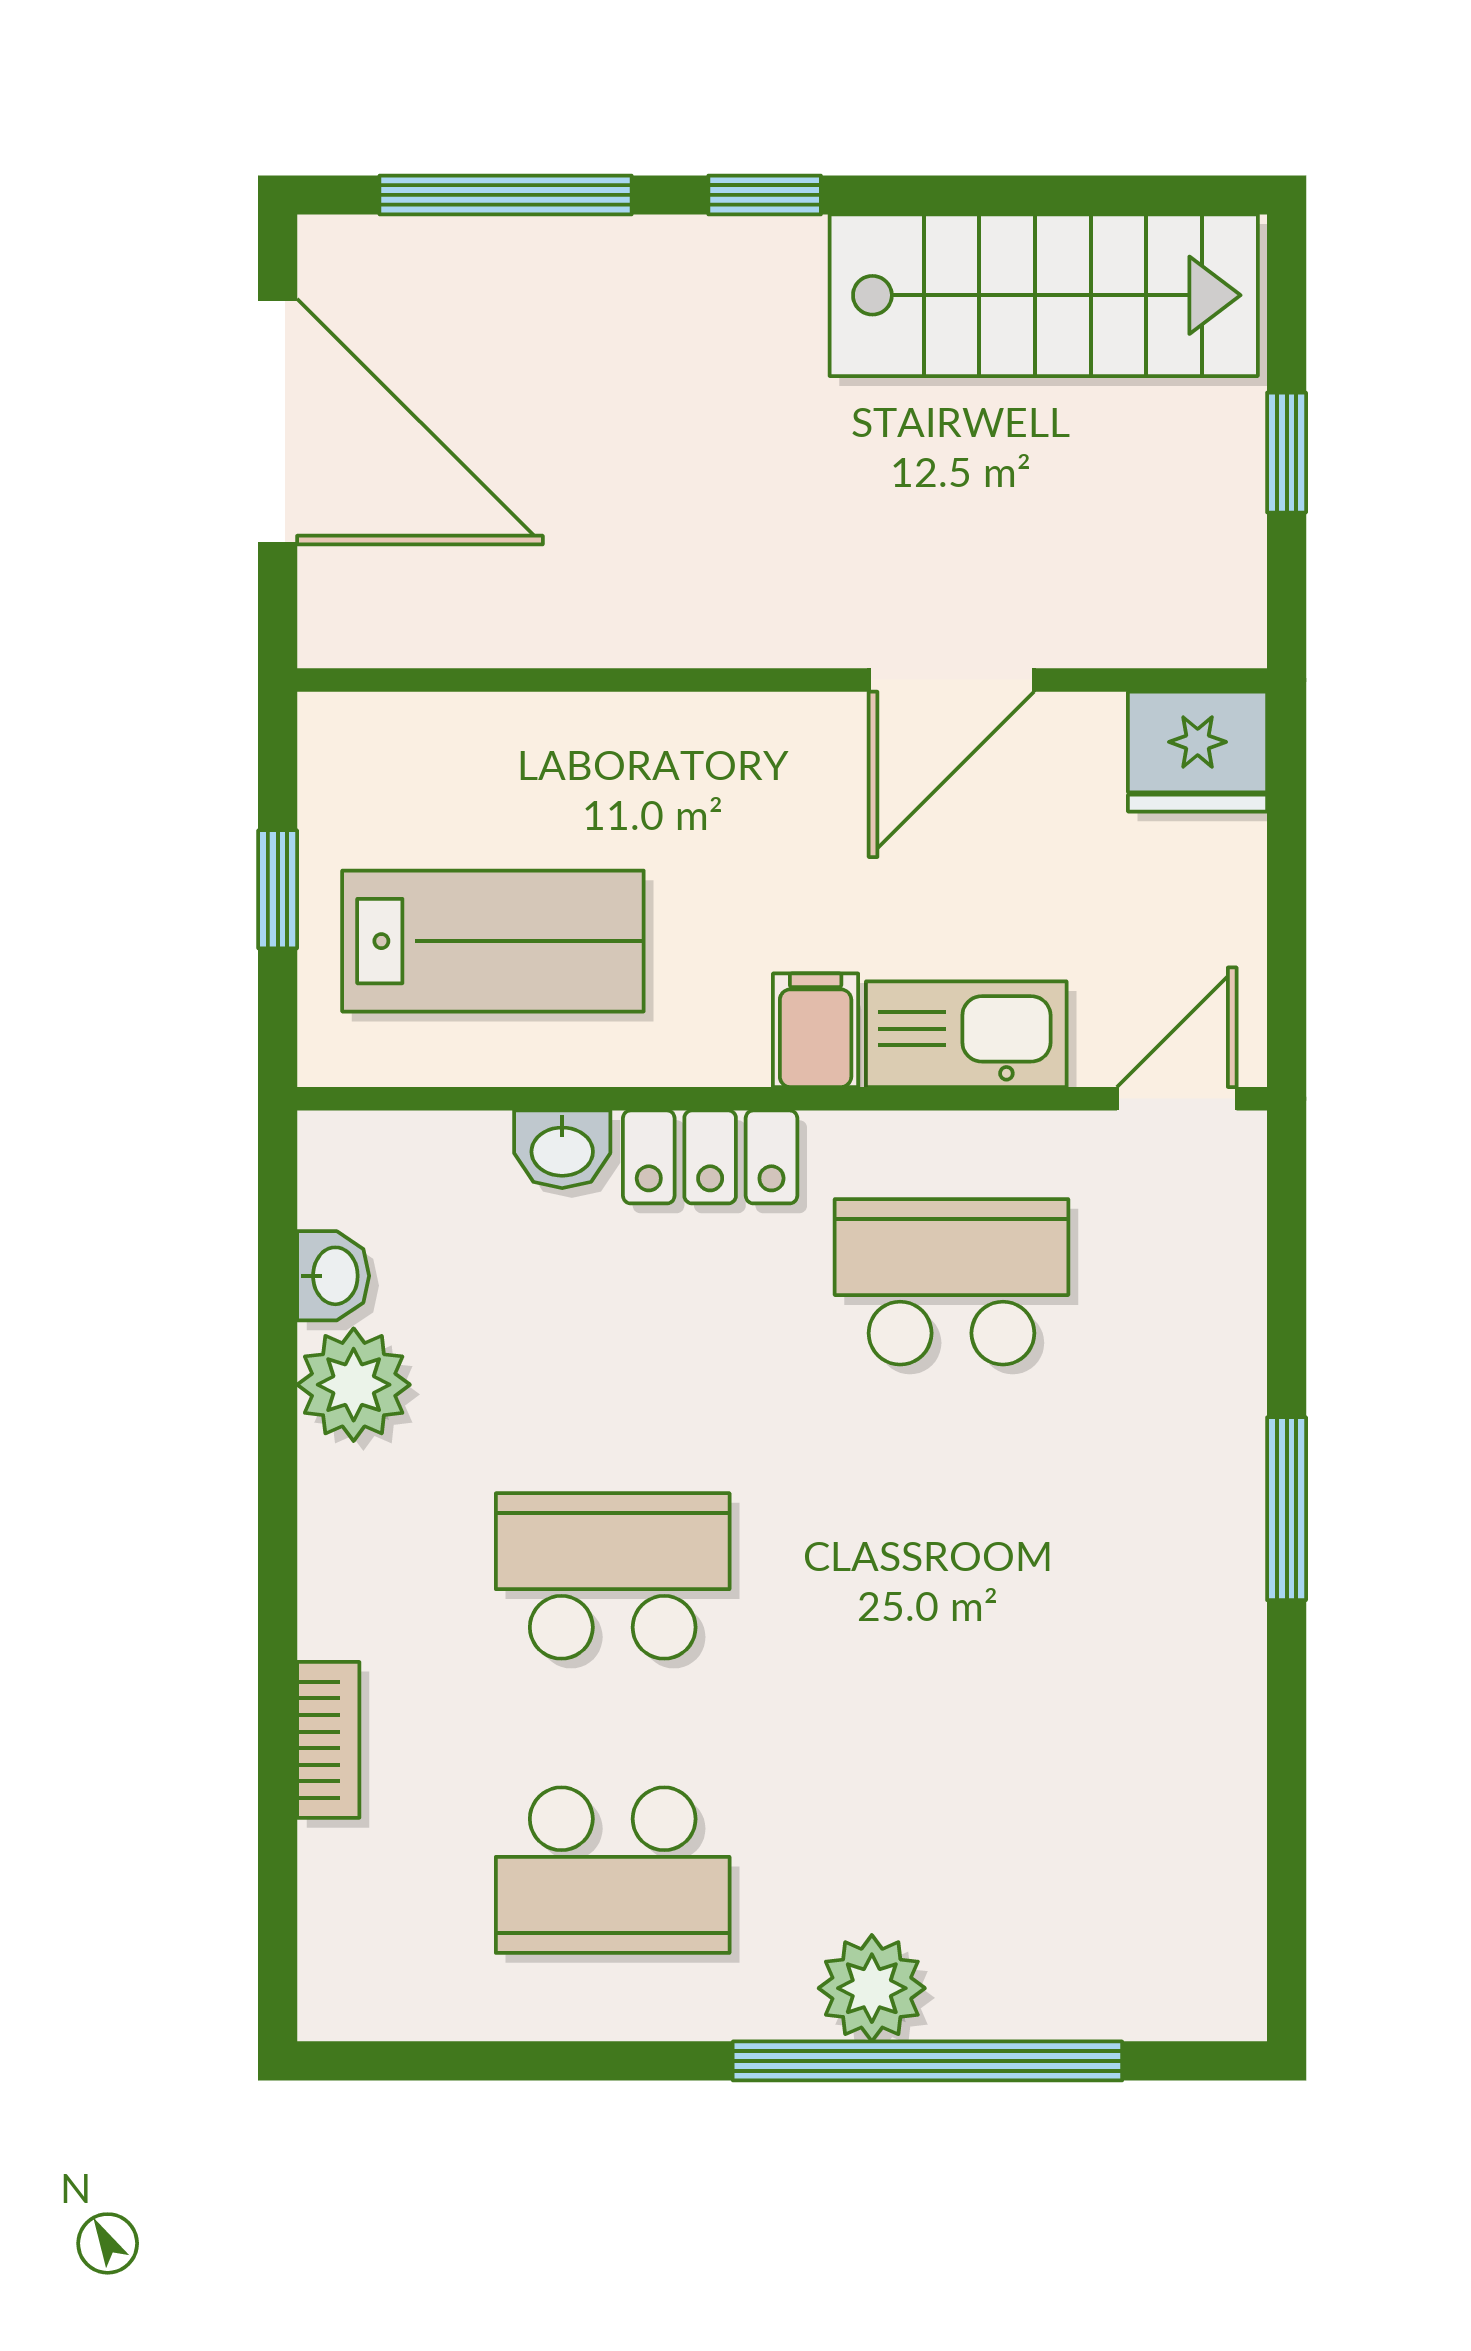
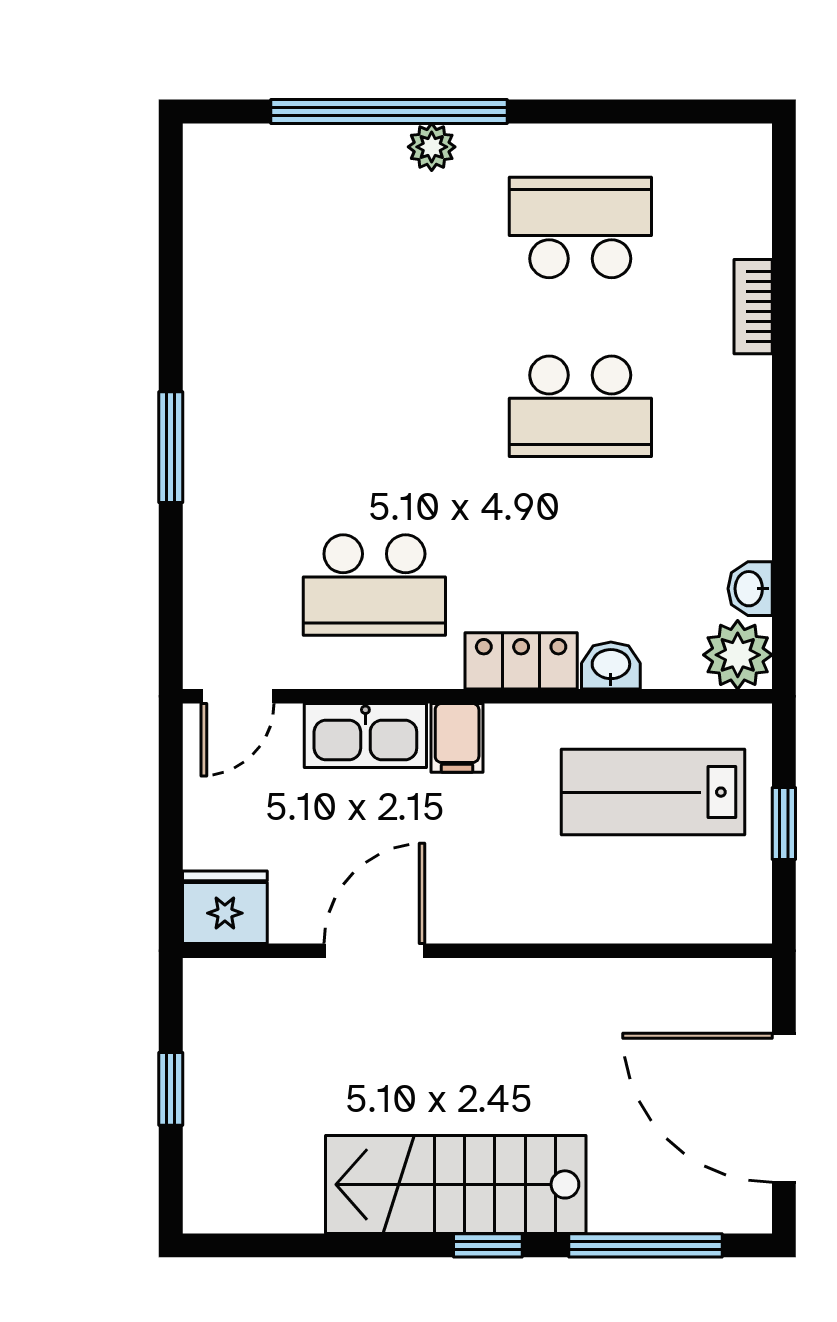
stairs: (1044, 295) -> (456, 1184), moved
plant: (354, 1385) -> (738, 655), moved
plant: (872, 1988) -> (432, 147), width x0.73, depth x0.73

